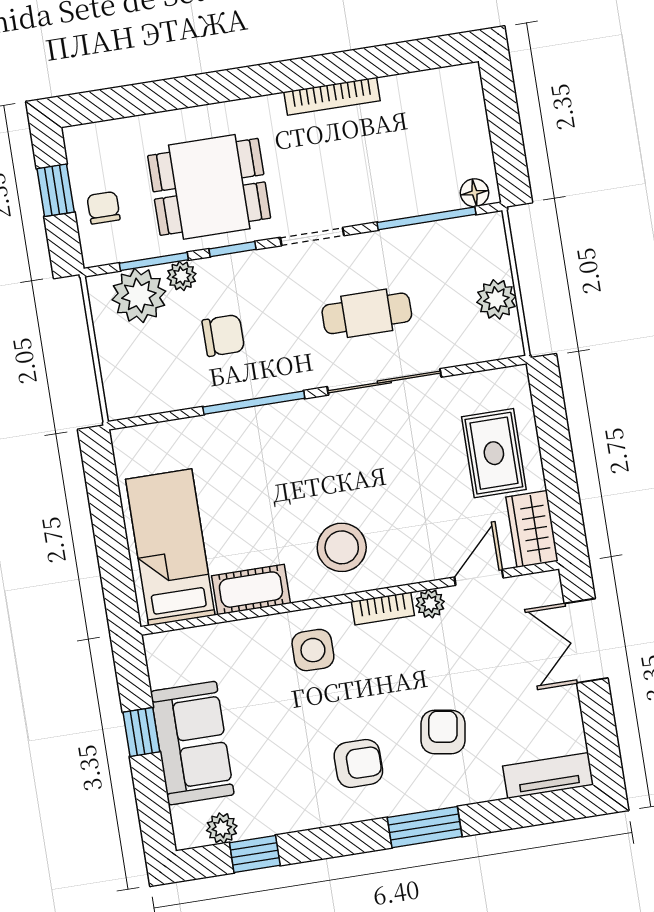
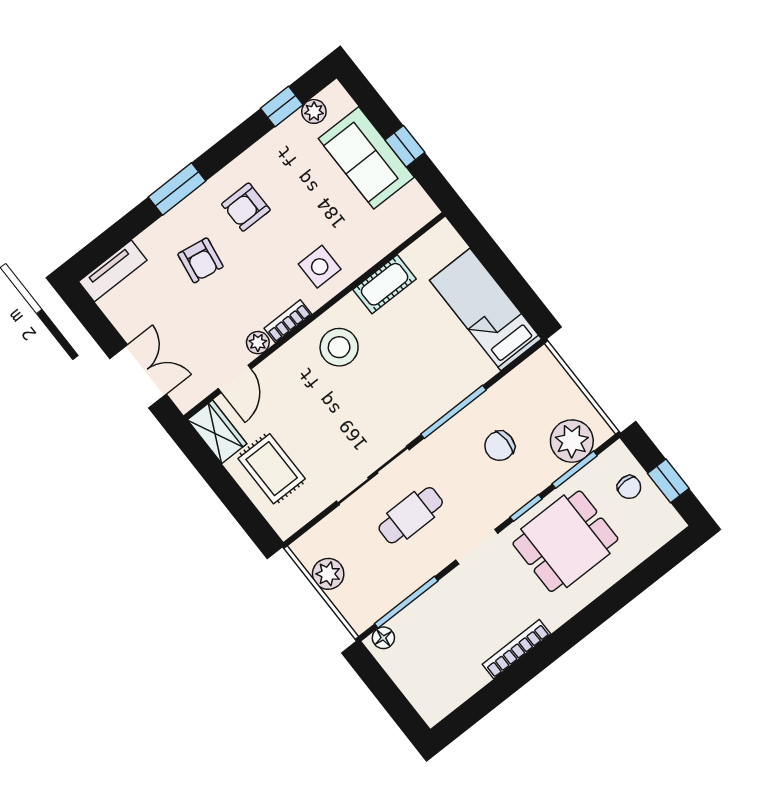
plant: (182, 276) -> (550, 470), removed
bed: (170, 547) -> (486, 310), moved, turned 180

